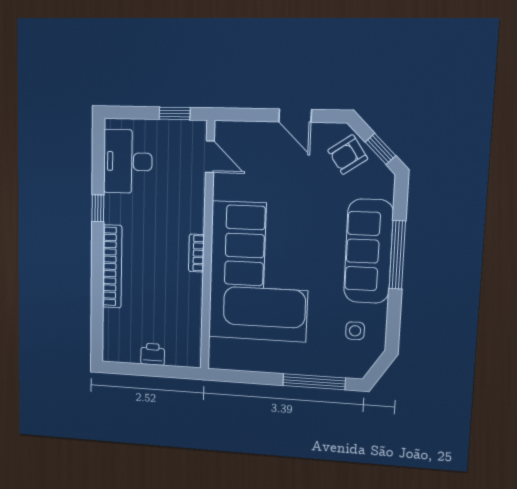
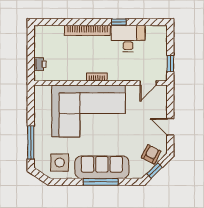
door: (295, 116) -> (170, 127), hinge flipped
armchair: (348, 155) -> (151, 154), turned 61
desk: (128, 161) -> (128, 38), moved
side table: (355, 331) -> (60, 163), width x1.87, depth x1.87
printer: (153, 354) -> (40, 64), moved

